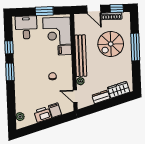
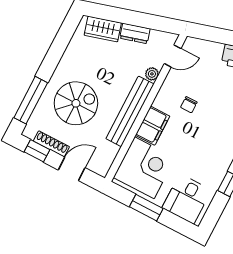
door: (94, 9) -> (72, 169), hinge flipped
window: (135, 47) -> (31, 100), moved
filing cabinet: (65, 50) -> (153, 126), width x2.00
door: (75, 96) -> (173, 56), hinge flipped
filing cabinet: (55, 110) -> (214, 53), removed

